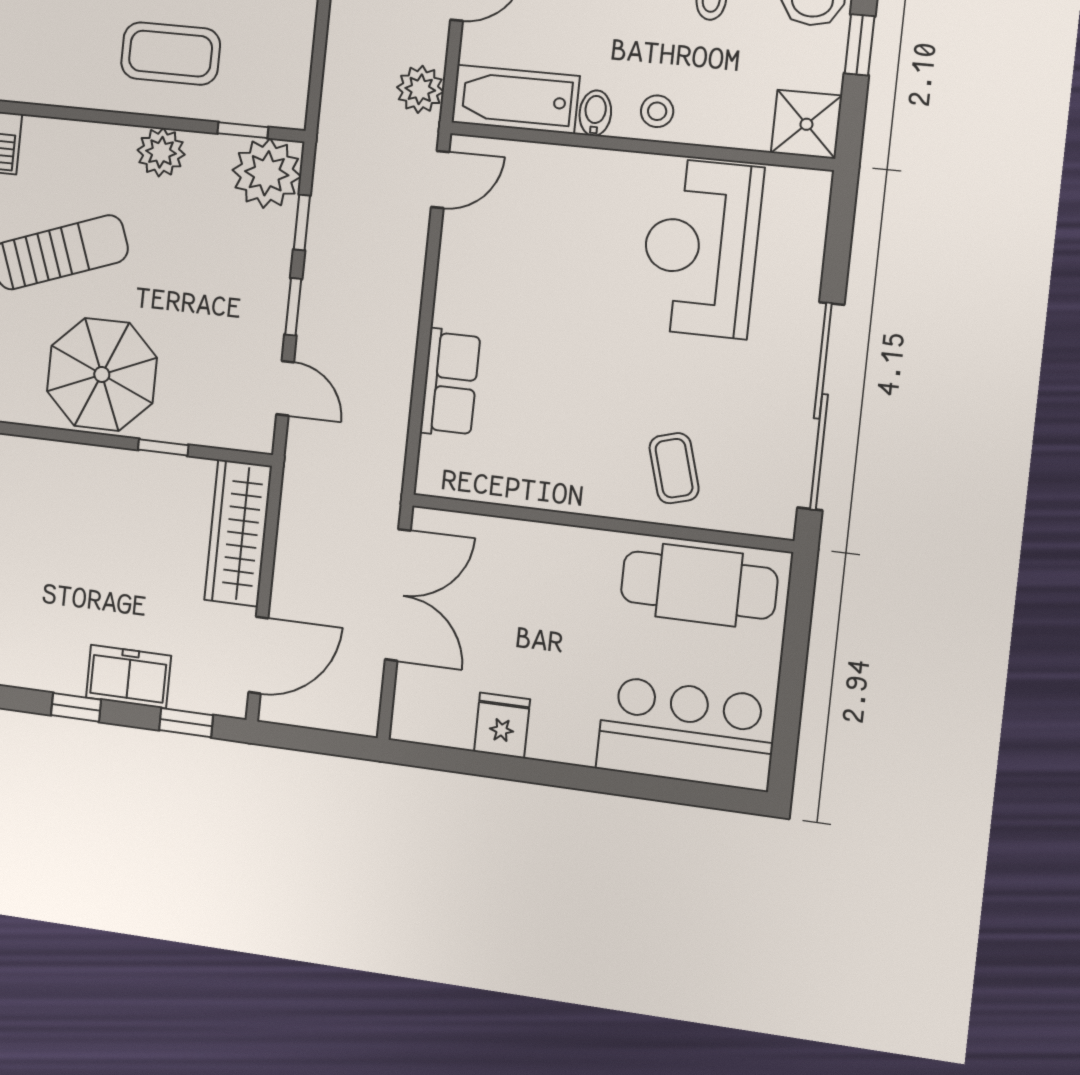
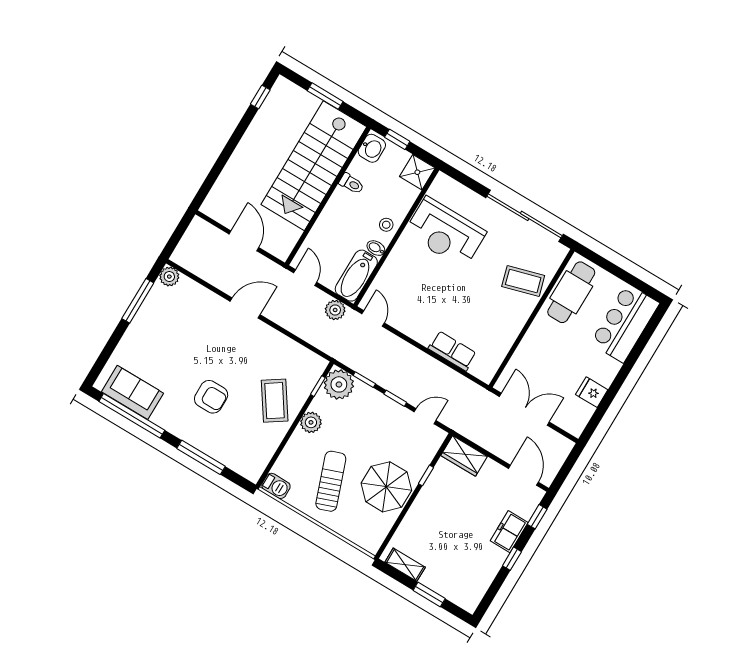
coffee table: (171, 54) -> (275, 401), turned -34
coffee table: (674, 468) -> (523, 281), width x1.36, depth x1.30
wardrobe: (238, 533) -> (464, 456), width x0.67

